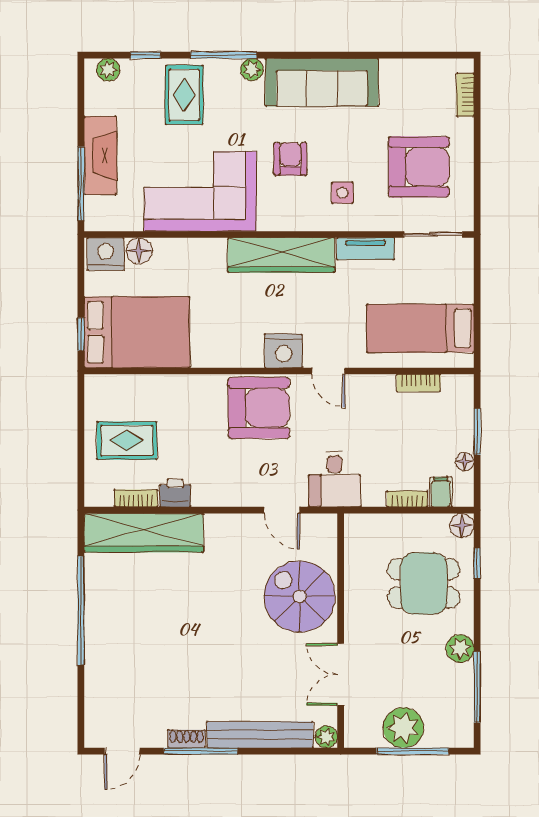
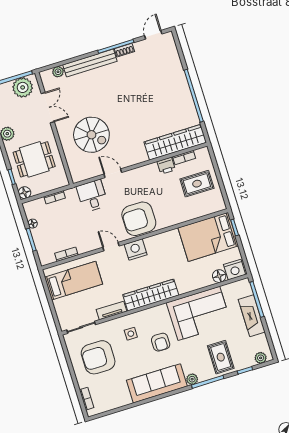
filing cabinet: (441, 492) -> (40, 205), removed
wall: (341, 631) -> (54, 128), moved
double door: (341, 674) -> (48, 108), moved

